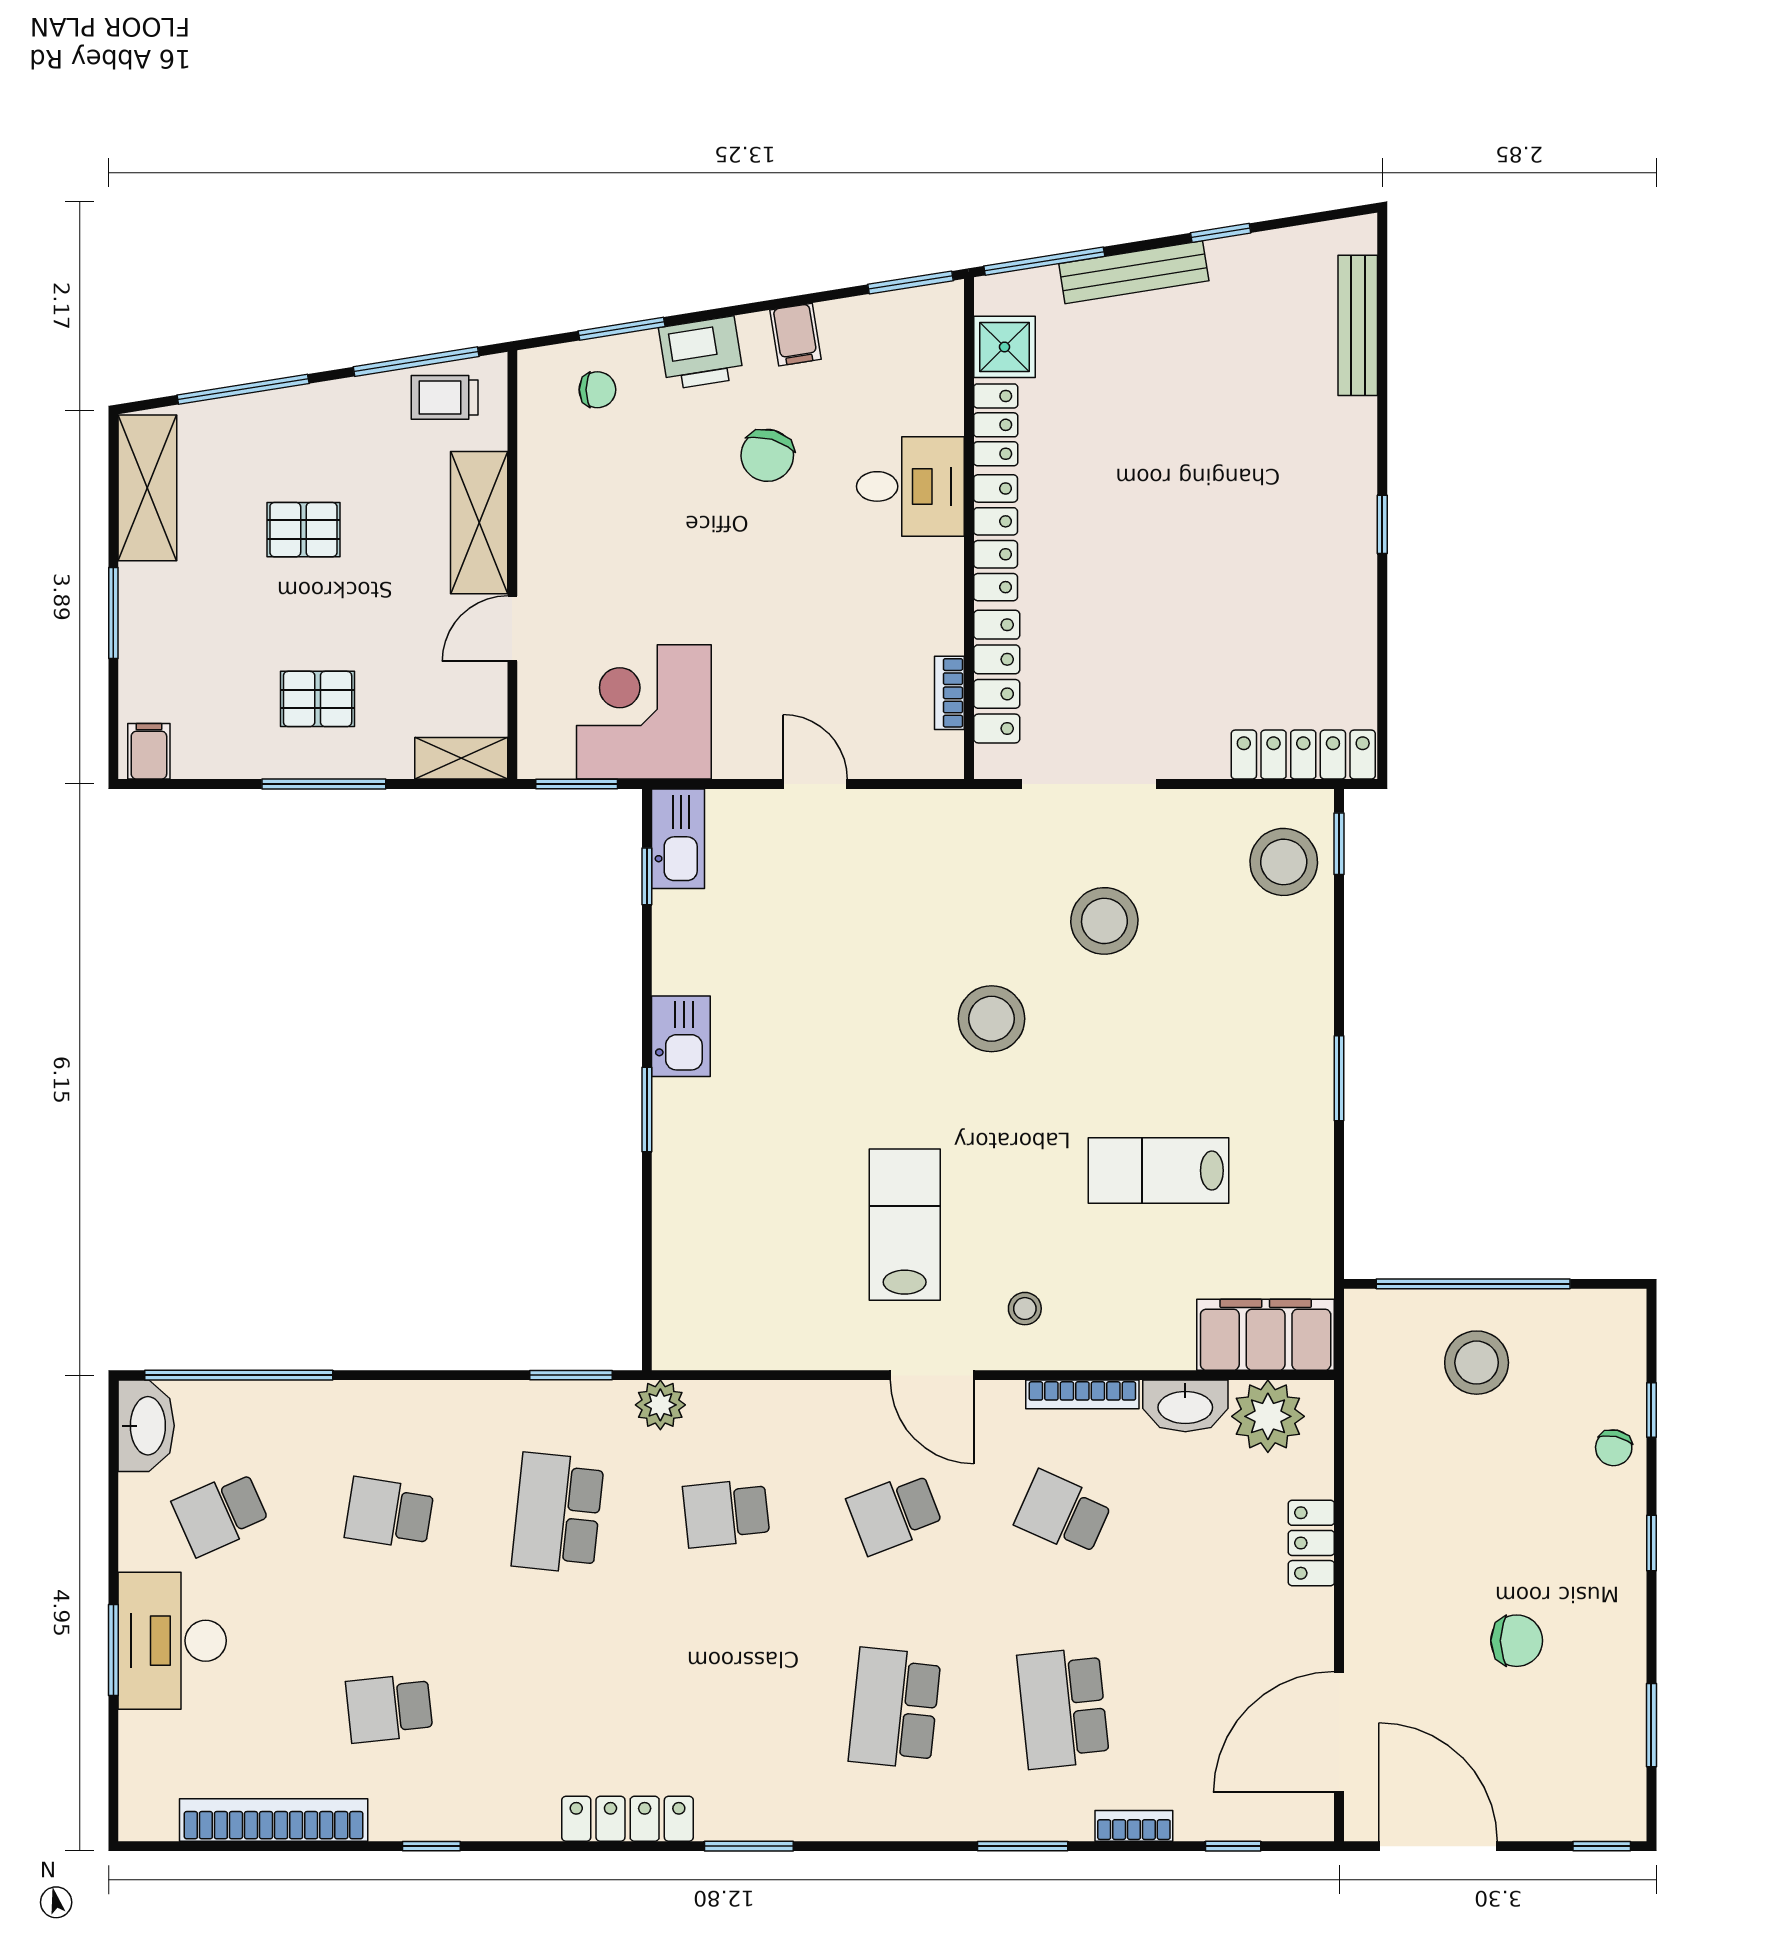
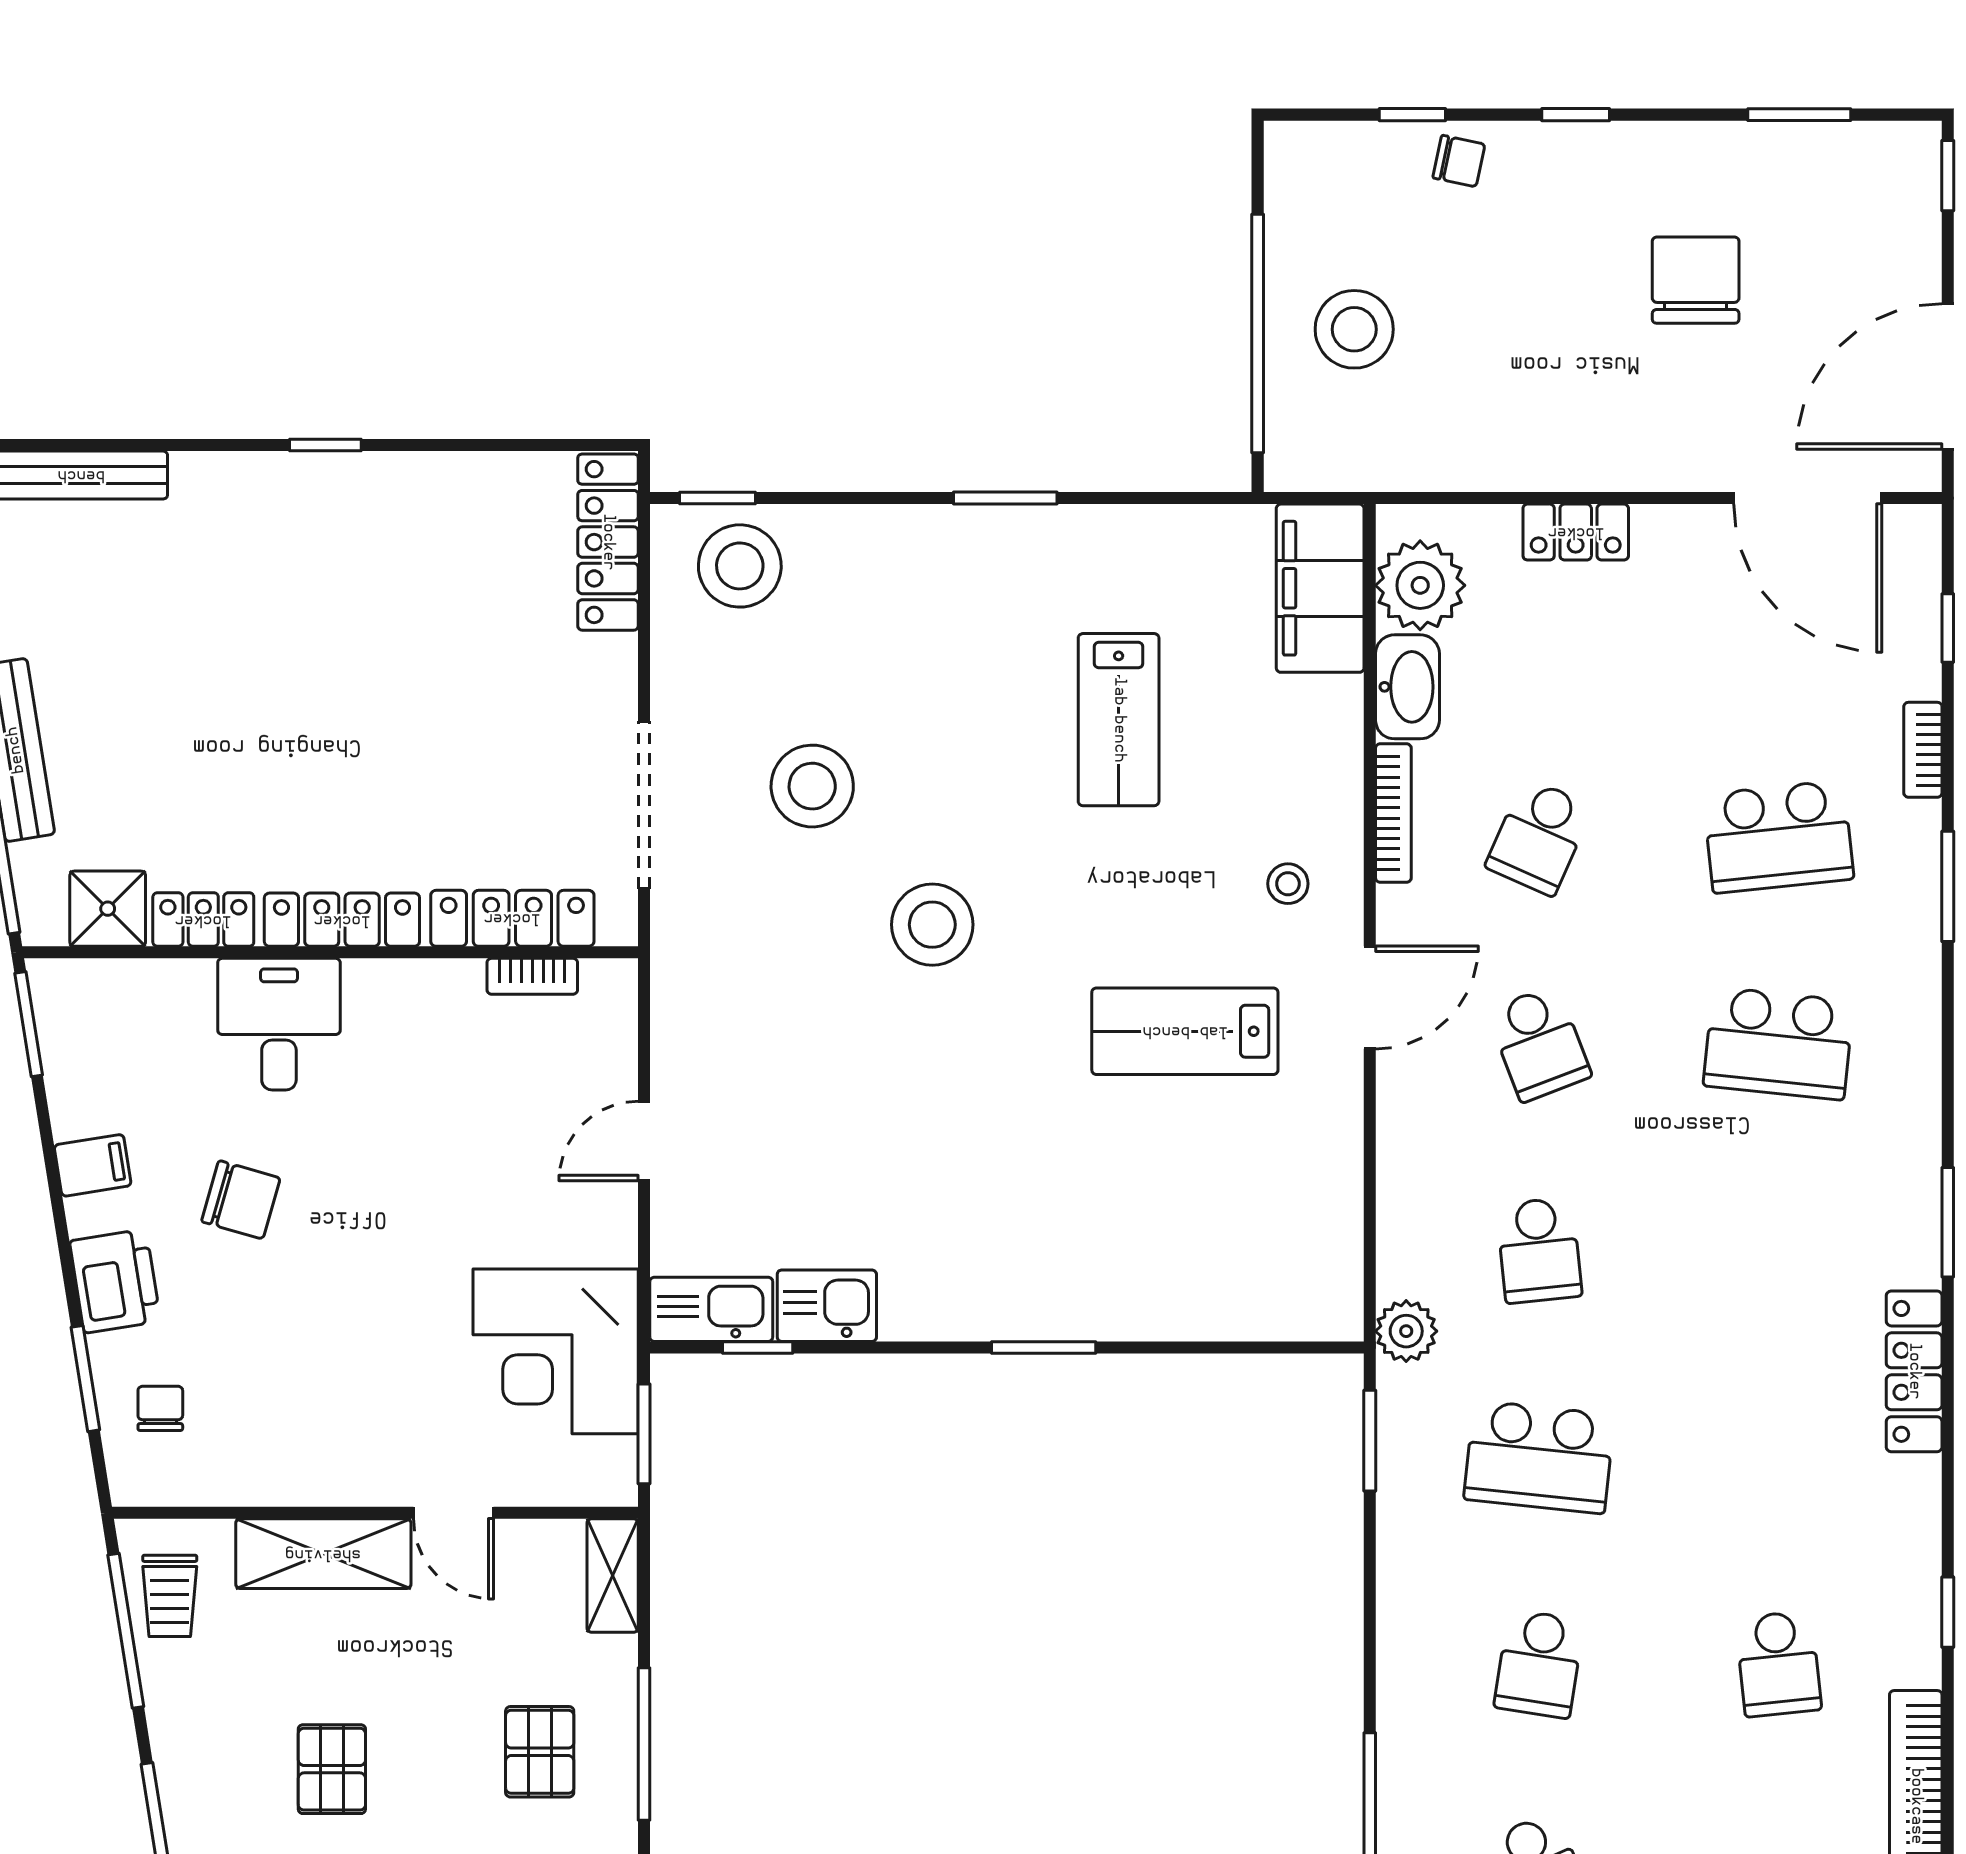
kitchen sink: (681, 1036) -> (827, 1306), moved
chair: (1517, 1641) -> (1696, 280), width x1.37, depth x1.37

